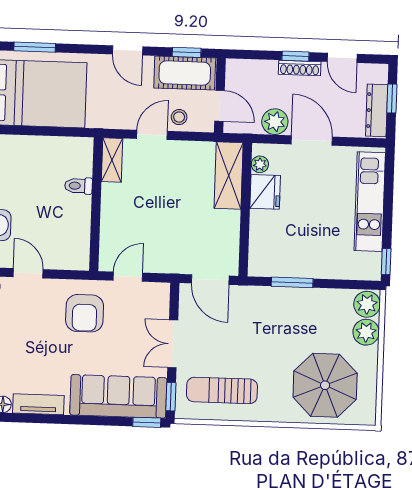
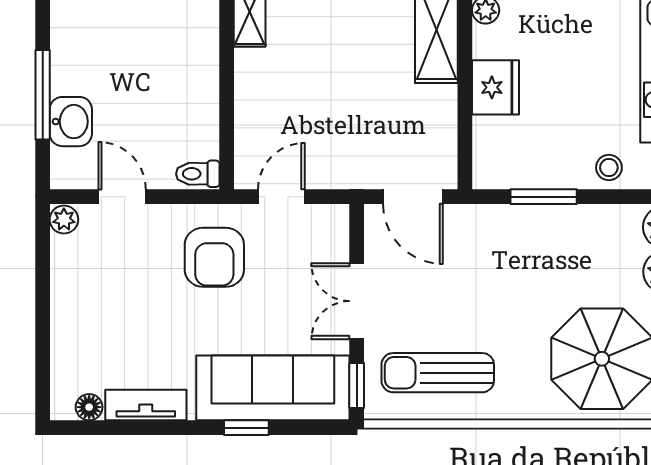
toilet: (79, 186) -> (198, 174), moved
fridge: (265, 192) -> (496, 87), moved
stool: (334, 266) -> (609, 168), added
window: (147, 422) -> (246, 428), moved

